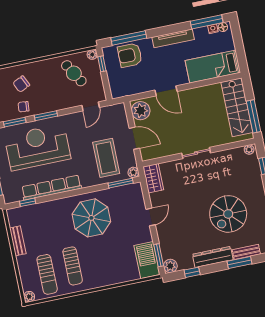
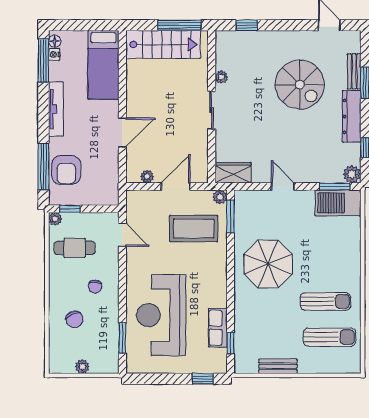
cafe table: (74, 73) -> (75, 248), turned 31
chair: (23, 107) -> (95, 287), moved
plant: (141, 111) -> (147, 177), width x0.53, depth x0.53
window: (46, 116) -> (122, 296), removed
plant: (249, 150) -> (221, 77), moved
row of seats: (51, 188) -> (218, 328), width x0.50
plant: (29, 297) -> (354, 366), removed

